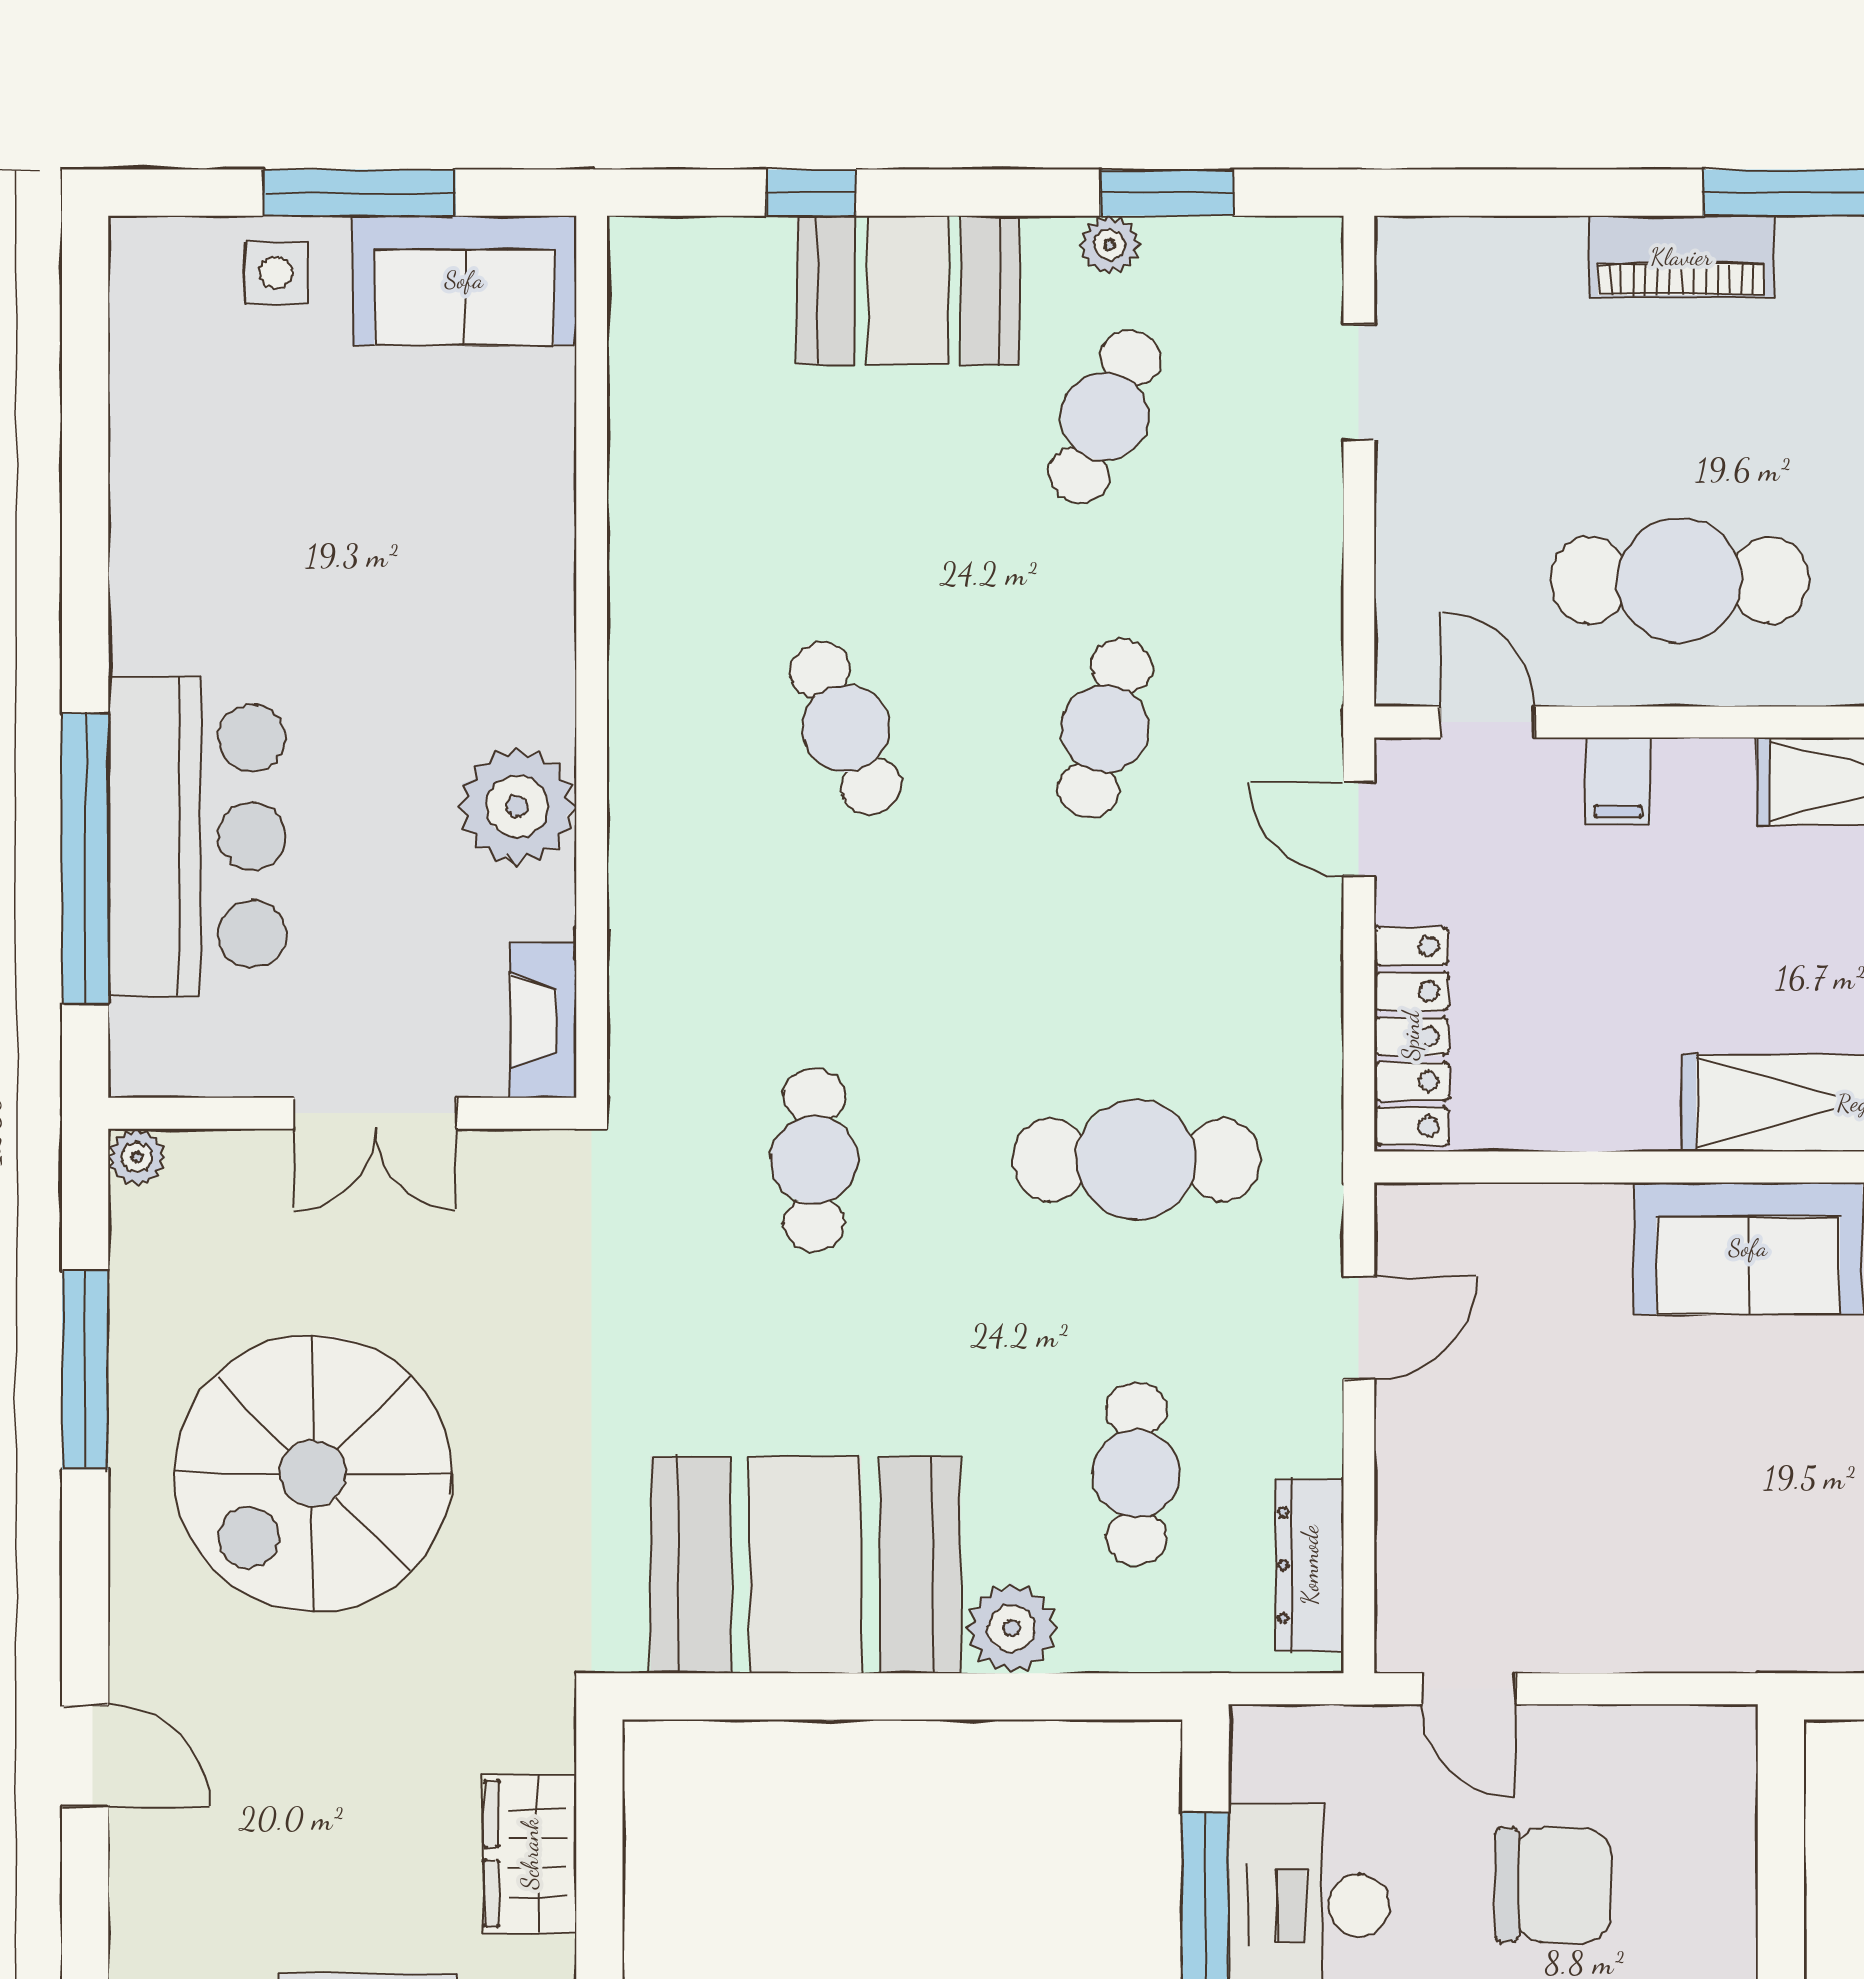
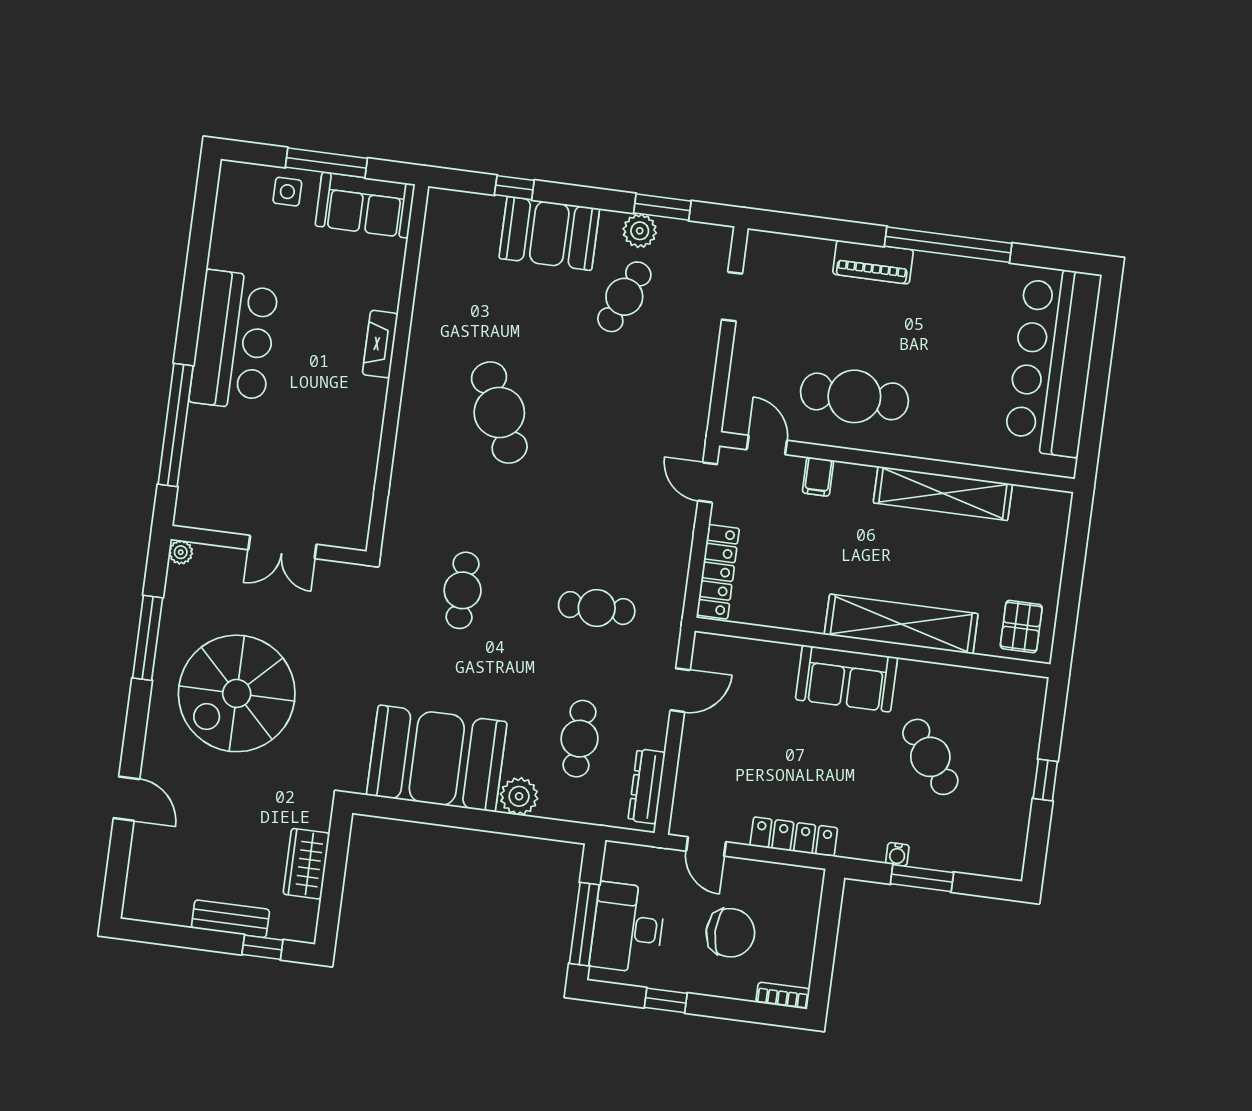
plant: (1110, 245) -> (640, 231), width x1.38, depth x1.38
cafe table: (846, 728) -> (499, 413), width x1.37, depth x1.35
cafe table: (1105, 728) -> (607, 427), removed
plant: (517, 806) -> (358, 427), removed
bar counter: (197, 836) -> (234, 340), moved
fireplace: (543, 1020) -> (380, 344), moved
cafe table: (1136, 1160) -> (597, 608), width x0.73, depth x0.74
locker: (1673, 1639) -> (794, 837), added

